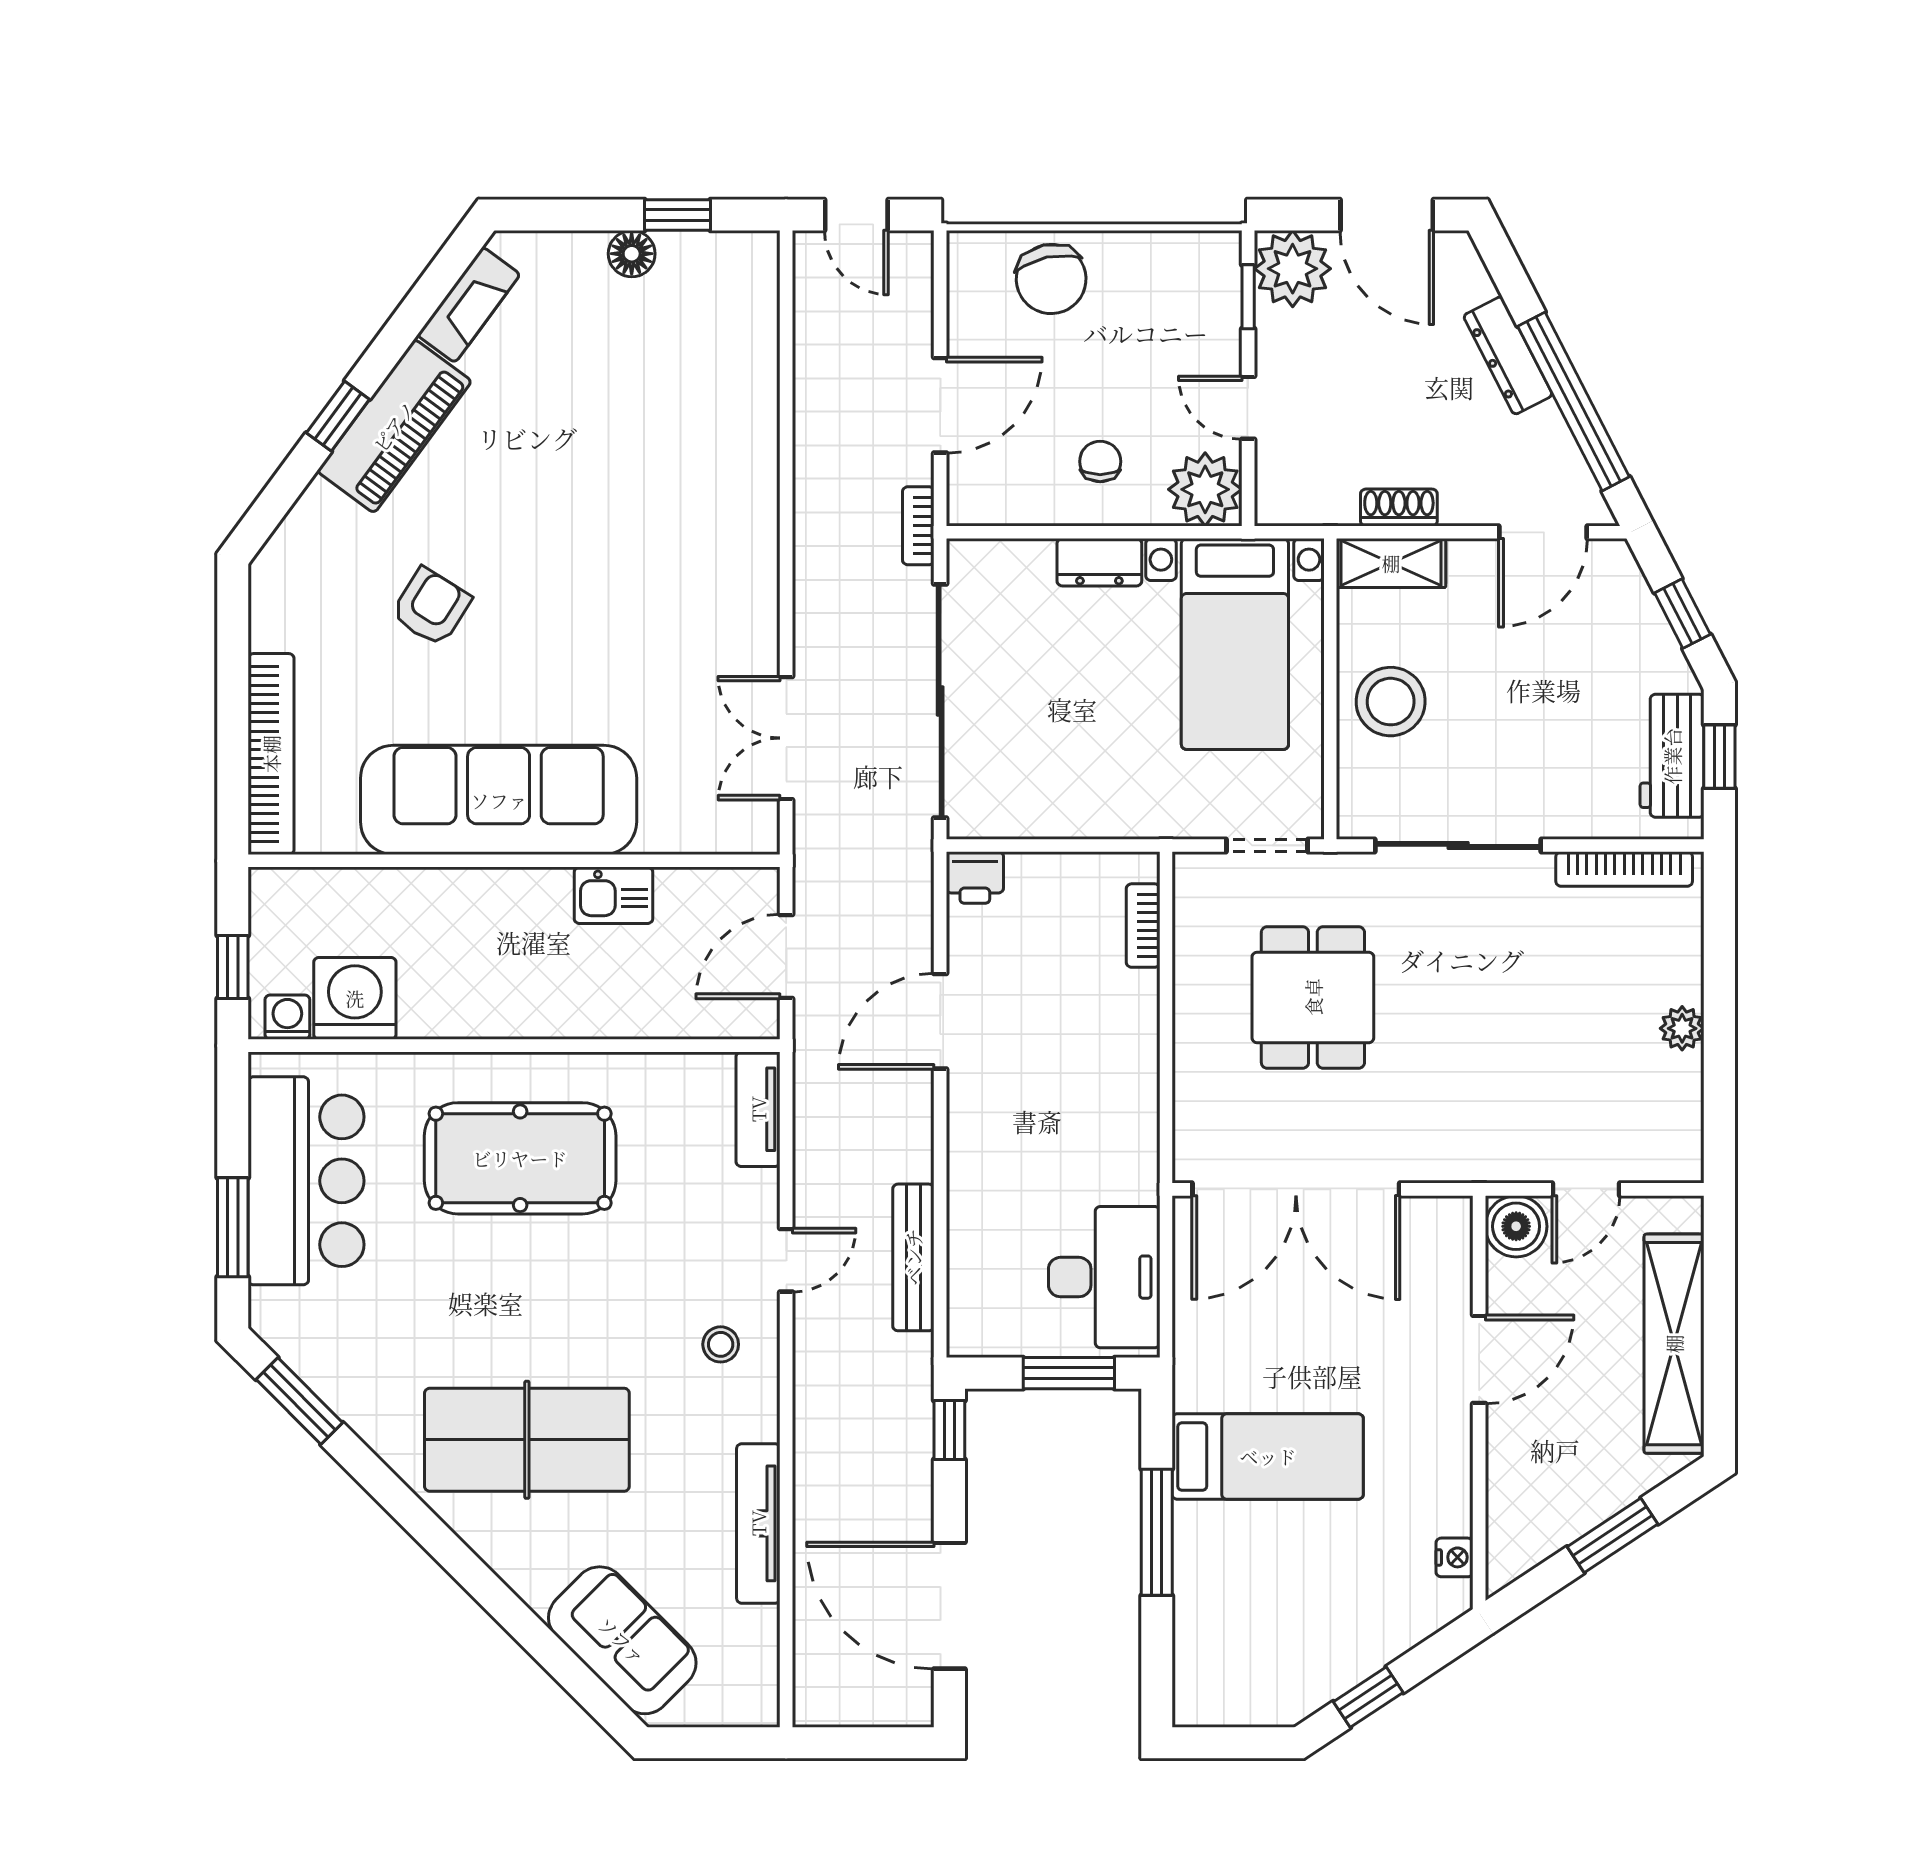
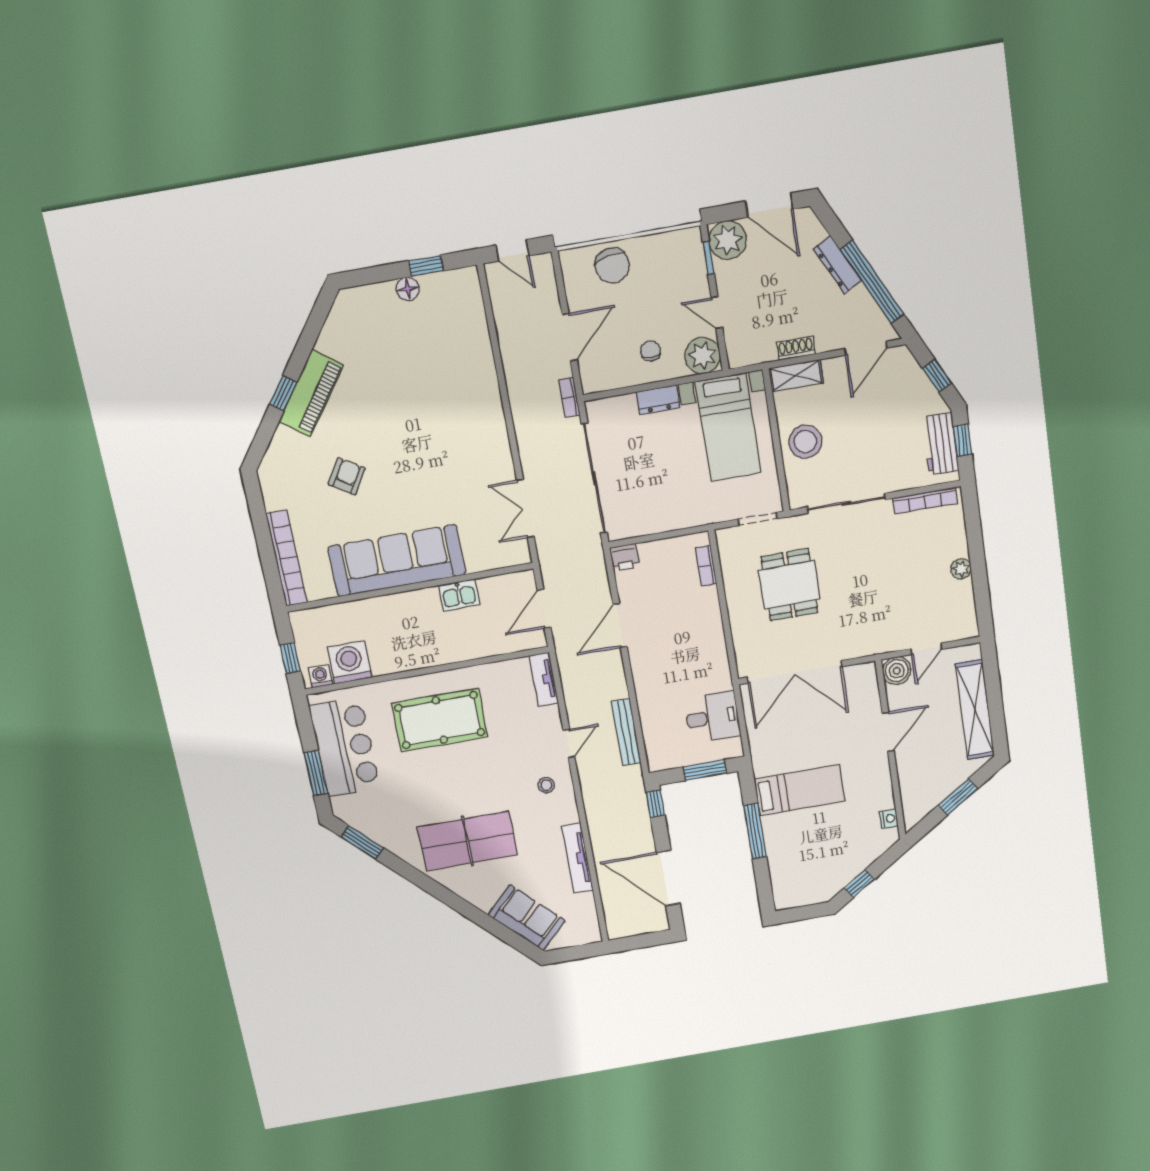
fireplace: (469, 305) -> (334, 328), removed
desk: (1104, 1277) -> (712, 717), width x0.73

